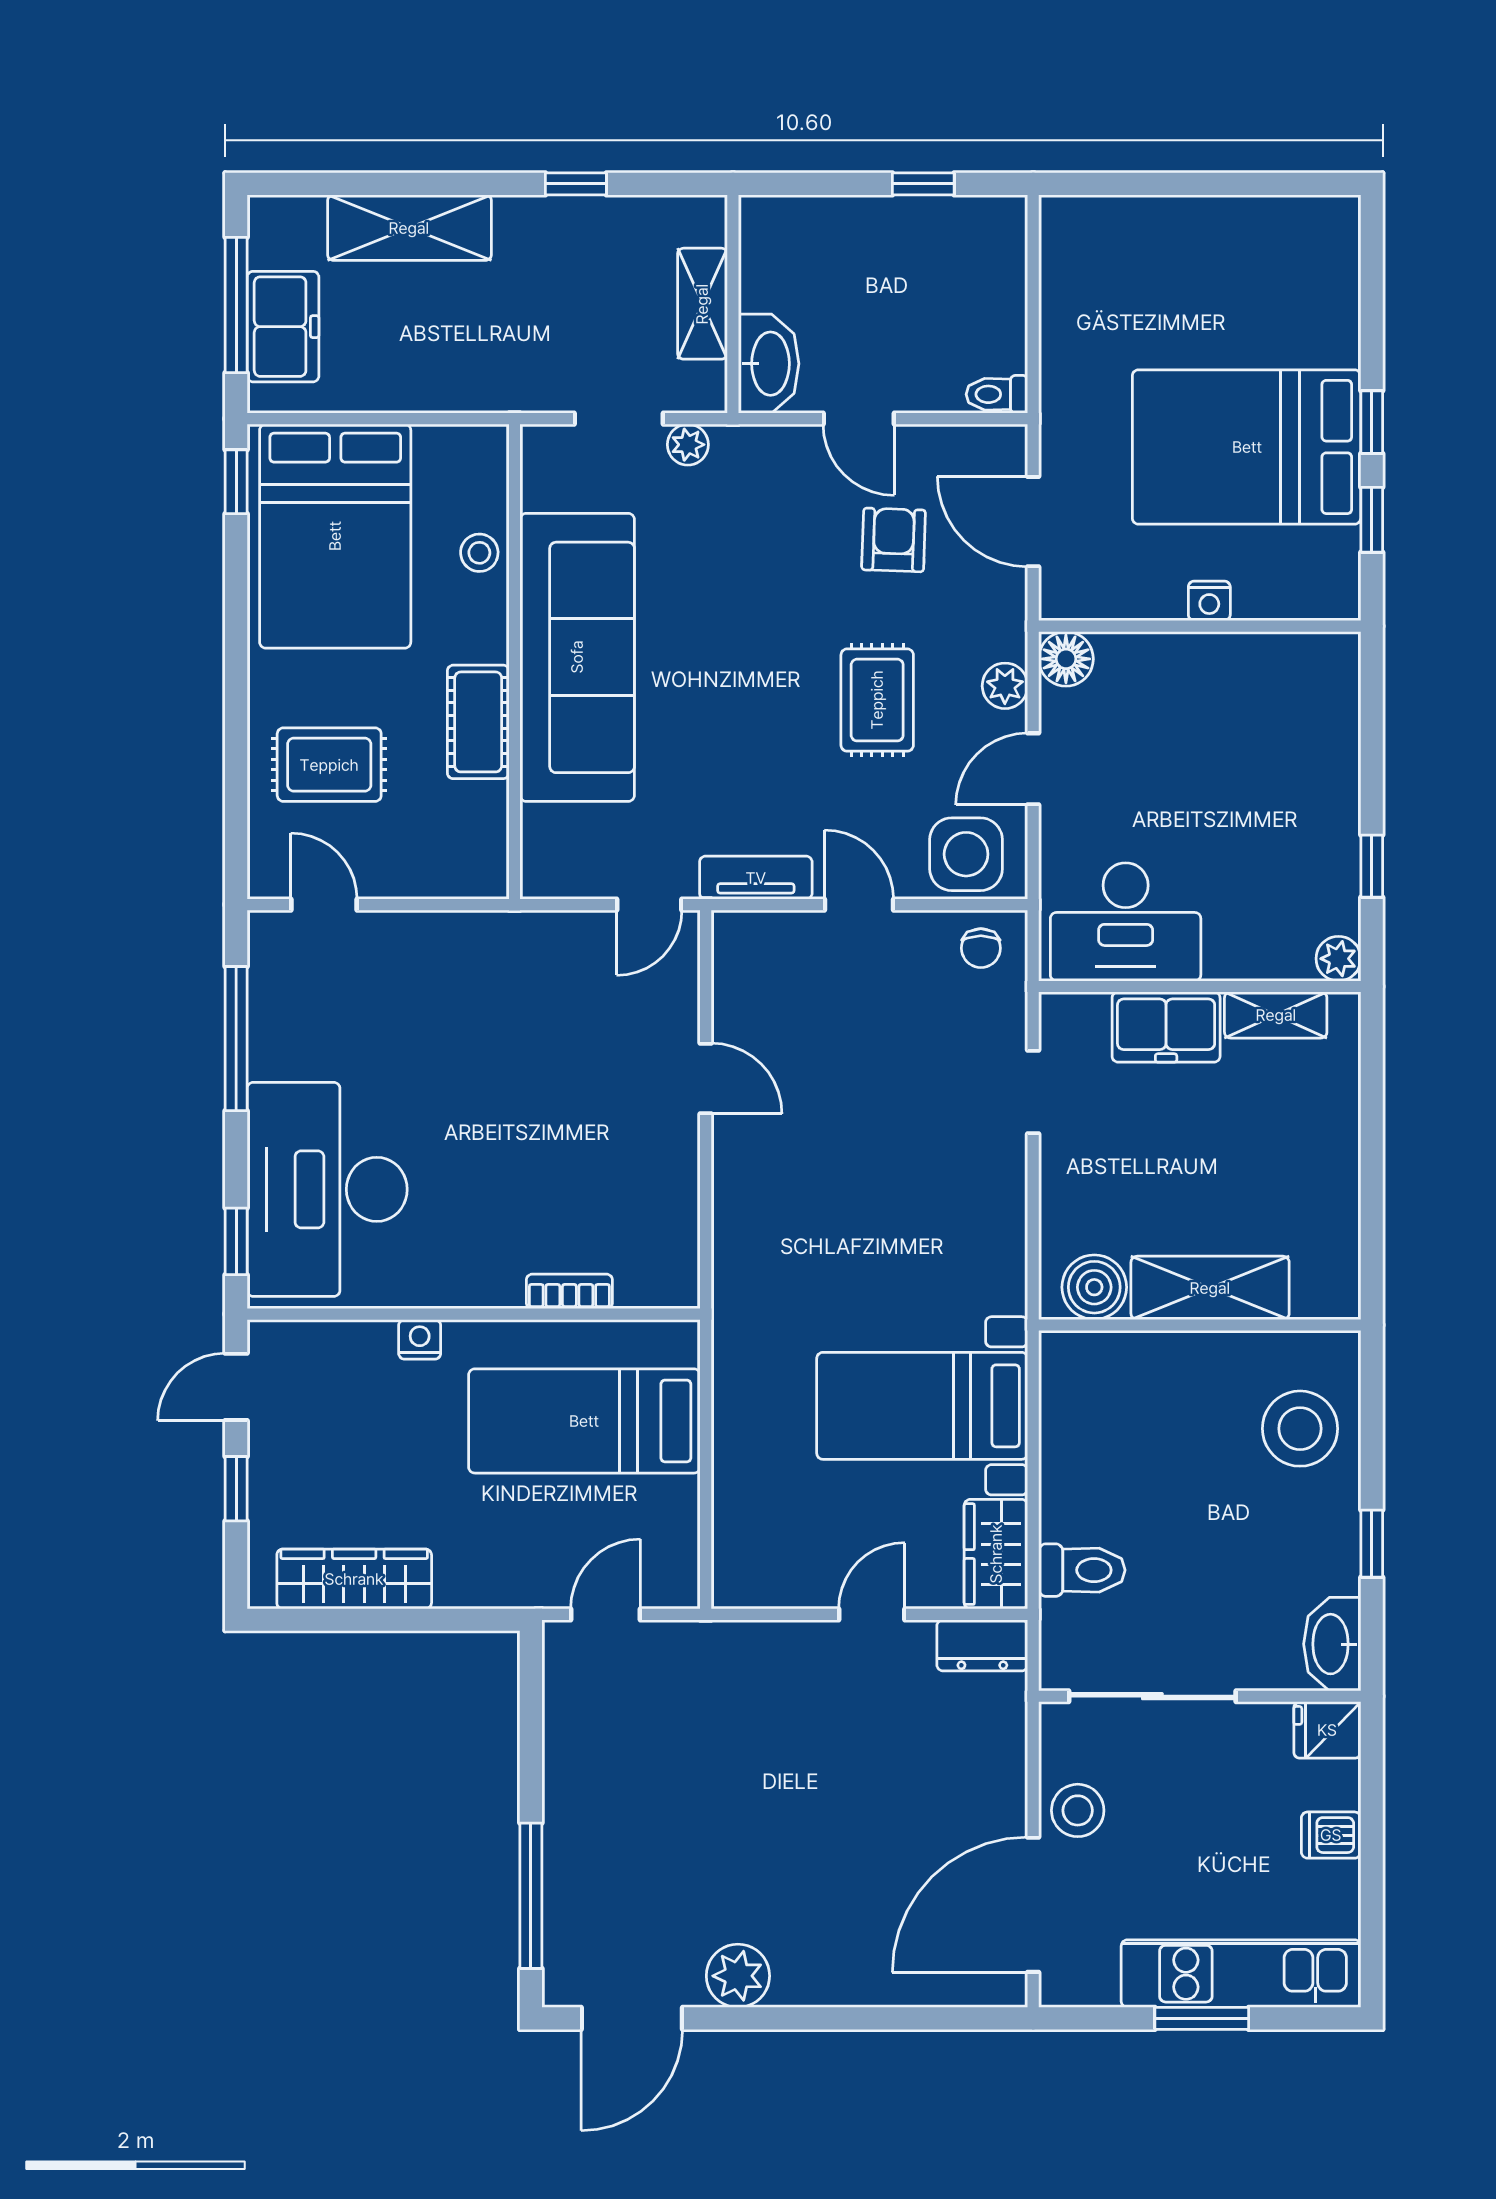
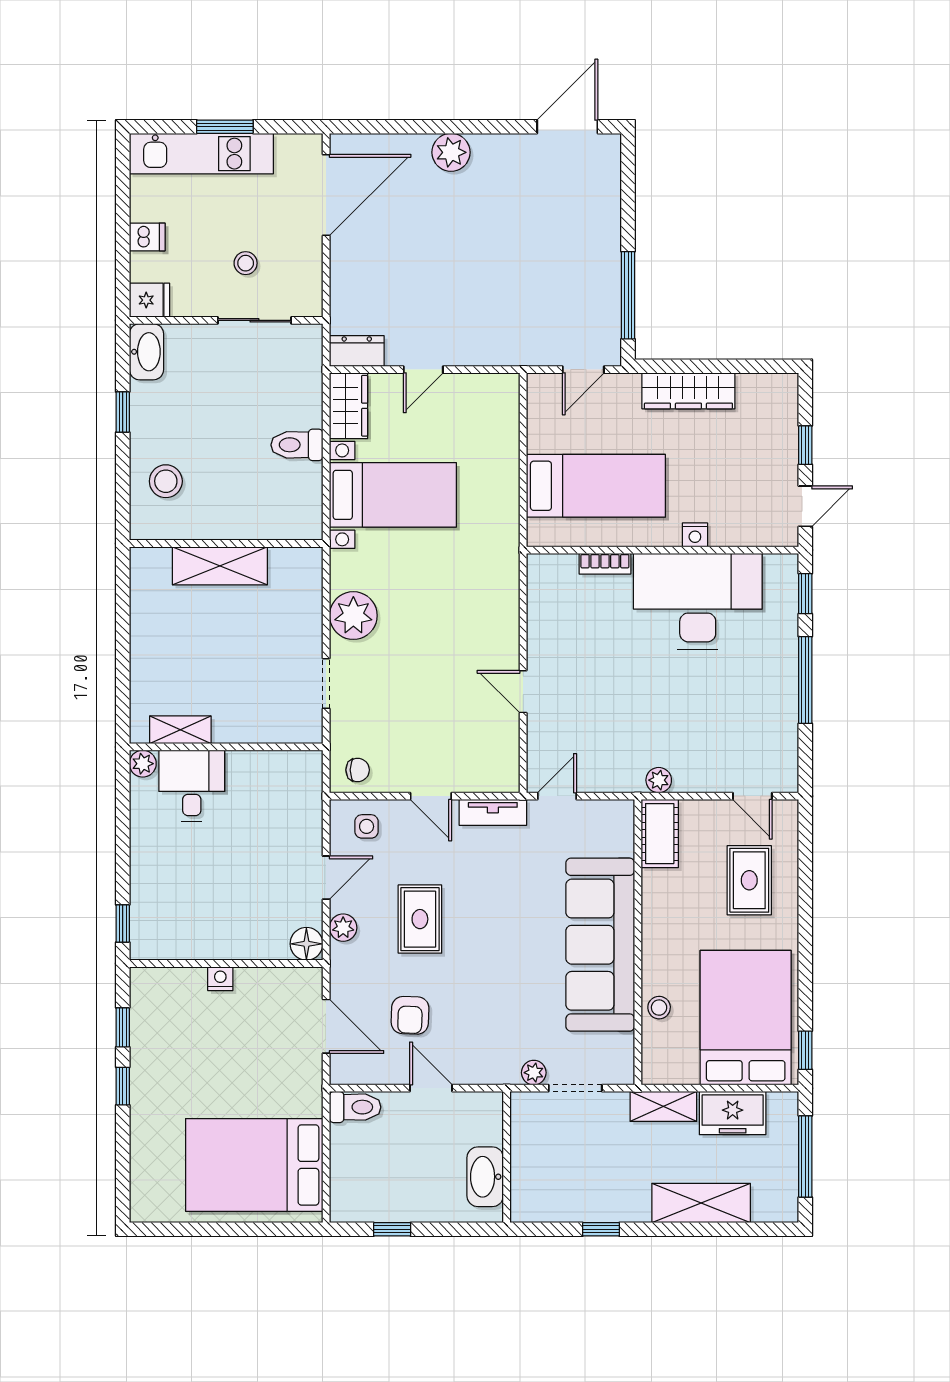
shelving: (702, 304) -> (663, 1106), moved, turned 90
freezer: (283, 327) -> (733, 1113), moved, turned -90
washbasin: (769, 364) -> (485, 1177), moved
toilet: (997, 394) -> (355, 1107), width x1.37, depth x1.39
bed: (1247, 447) -> (254, 1165), moved, turned 180
cot: (478, 722) -> (660, 834), moved
rug: (329, 765) -> (749, 880), turned 90
side table: (966, 854) -> (367, 826), width x0.54, depth x0.54
window: (1372, 866) -> (123, 924), moved
desk: (1126, 922) -> (192, 786), moved, width x0.73
plant: (480, 931) -> (659, 780), added
chair: (981, 948) -> (358, 770), turned 90
freezer: (1166, 1027) -> (246, 723), removed
window: (236, 1039) -> (805, 680), moved
desk: (327, 1189) -> (698, 601), moved, turned -90
plant: (988, 1205) -> (353, 616), added
boiler: (1094, 1287) -> (289, 566), removed
stool: (1300, 1429) -> (166, 481), width x0.73, depth x0.73
toilet: (1082, 1570) -> (297, 445), moved
wardrobe: (354, 1579) -> (688, 391), moved
sliding door: (1152, 1696) -> (255, 320), width x0.73
stool: (1078, 1810) -> (246, 263), moved, width x0.73, depth x0.73
window: (531, 1896) -> (628, 295), moved
plant: (738, 1976) -> (451, 152), moved

